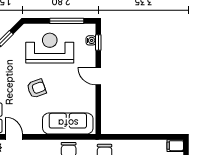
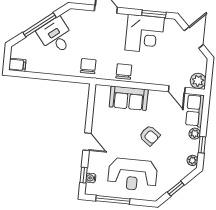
armchair: (37, 88) -> (150, 136), turned -123
sofa: (68, 123) -> (129, 98), width x0.73

